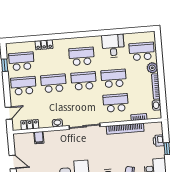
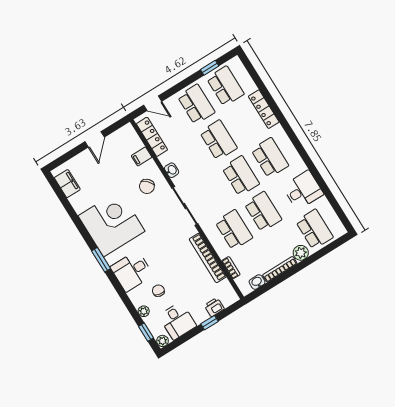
locker: (44, 45) -> (264, 109), width x1.53
locker: (30, 125) -> (152, 137), width x1.53
chair: (60, 144) -> (147, 186), added

